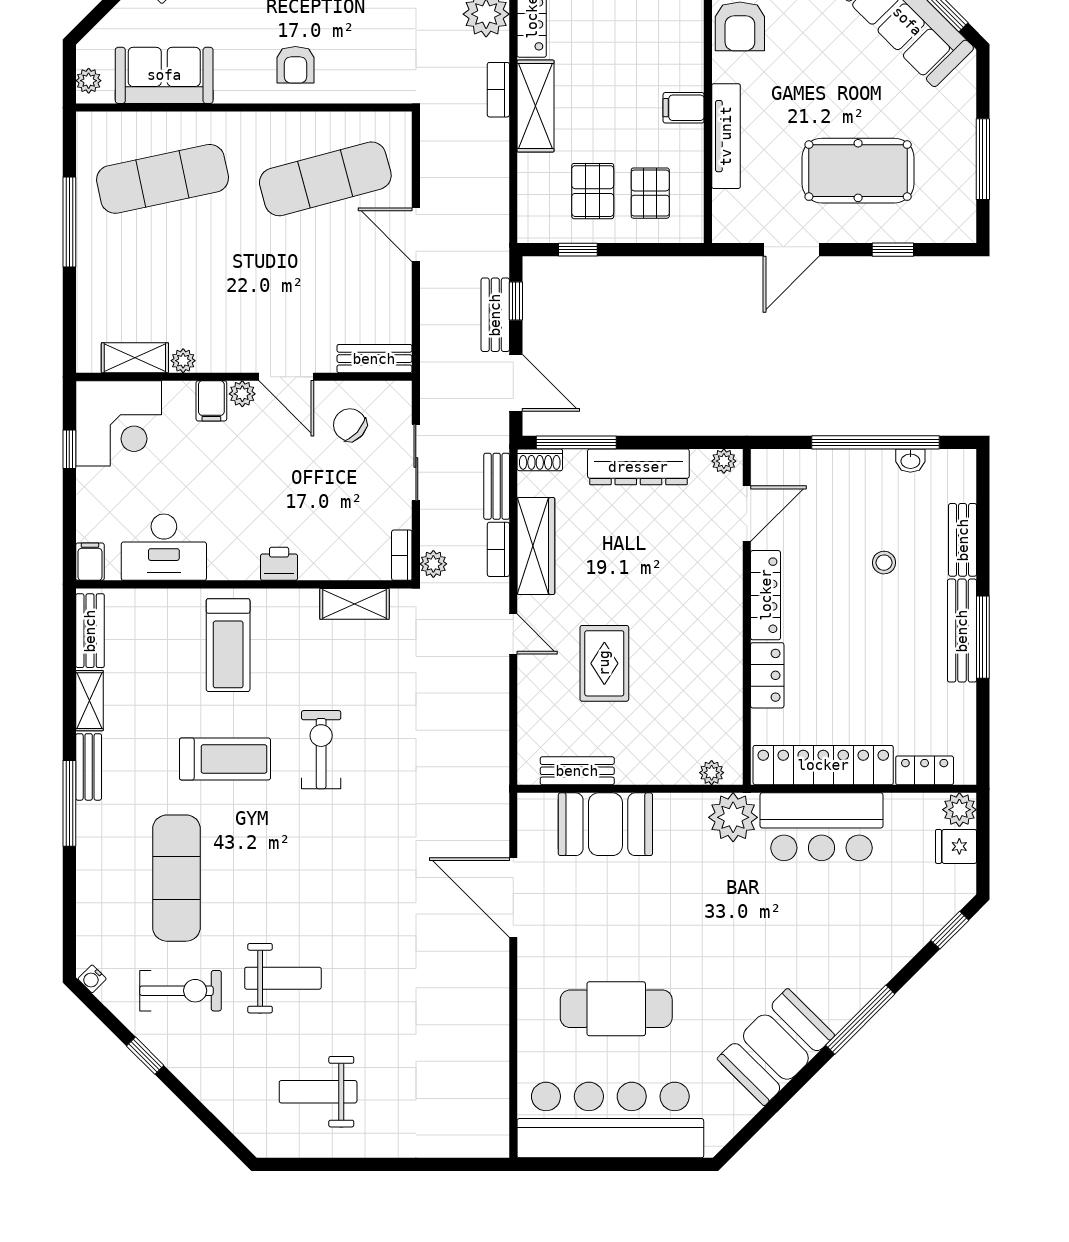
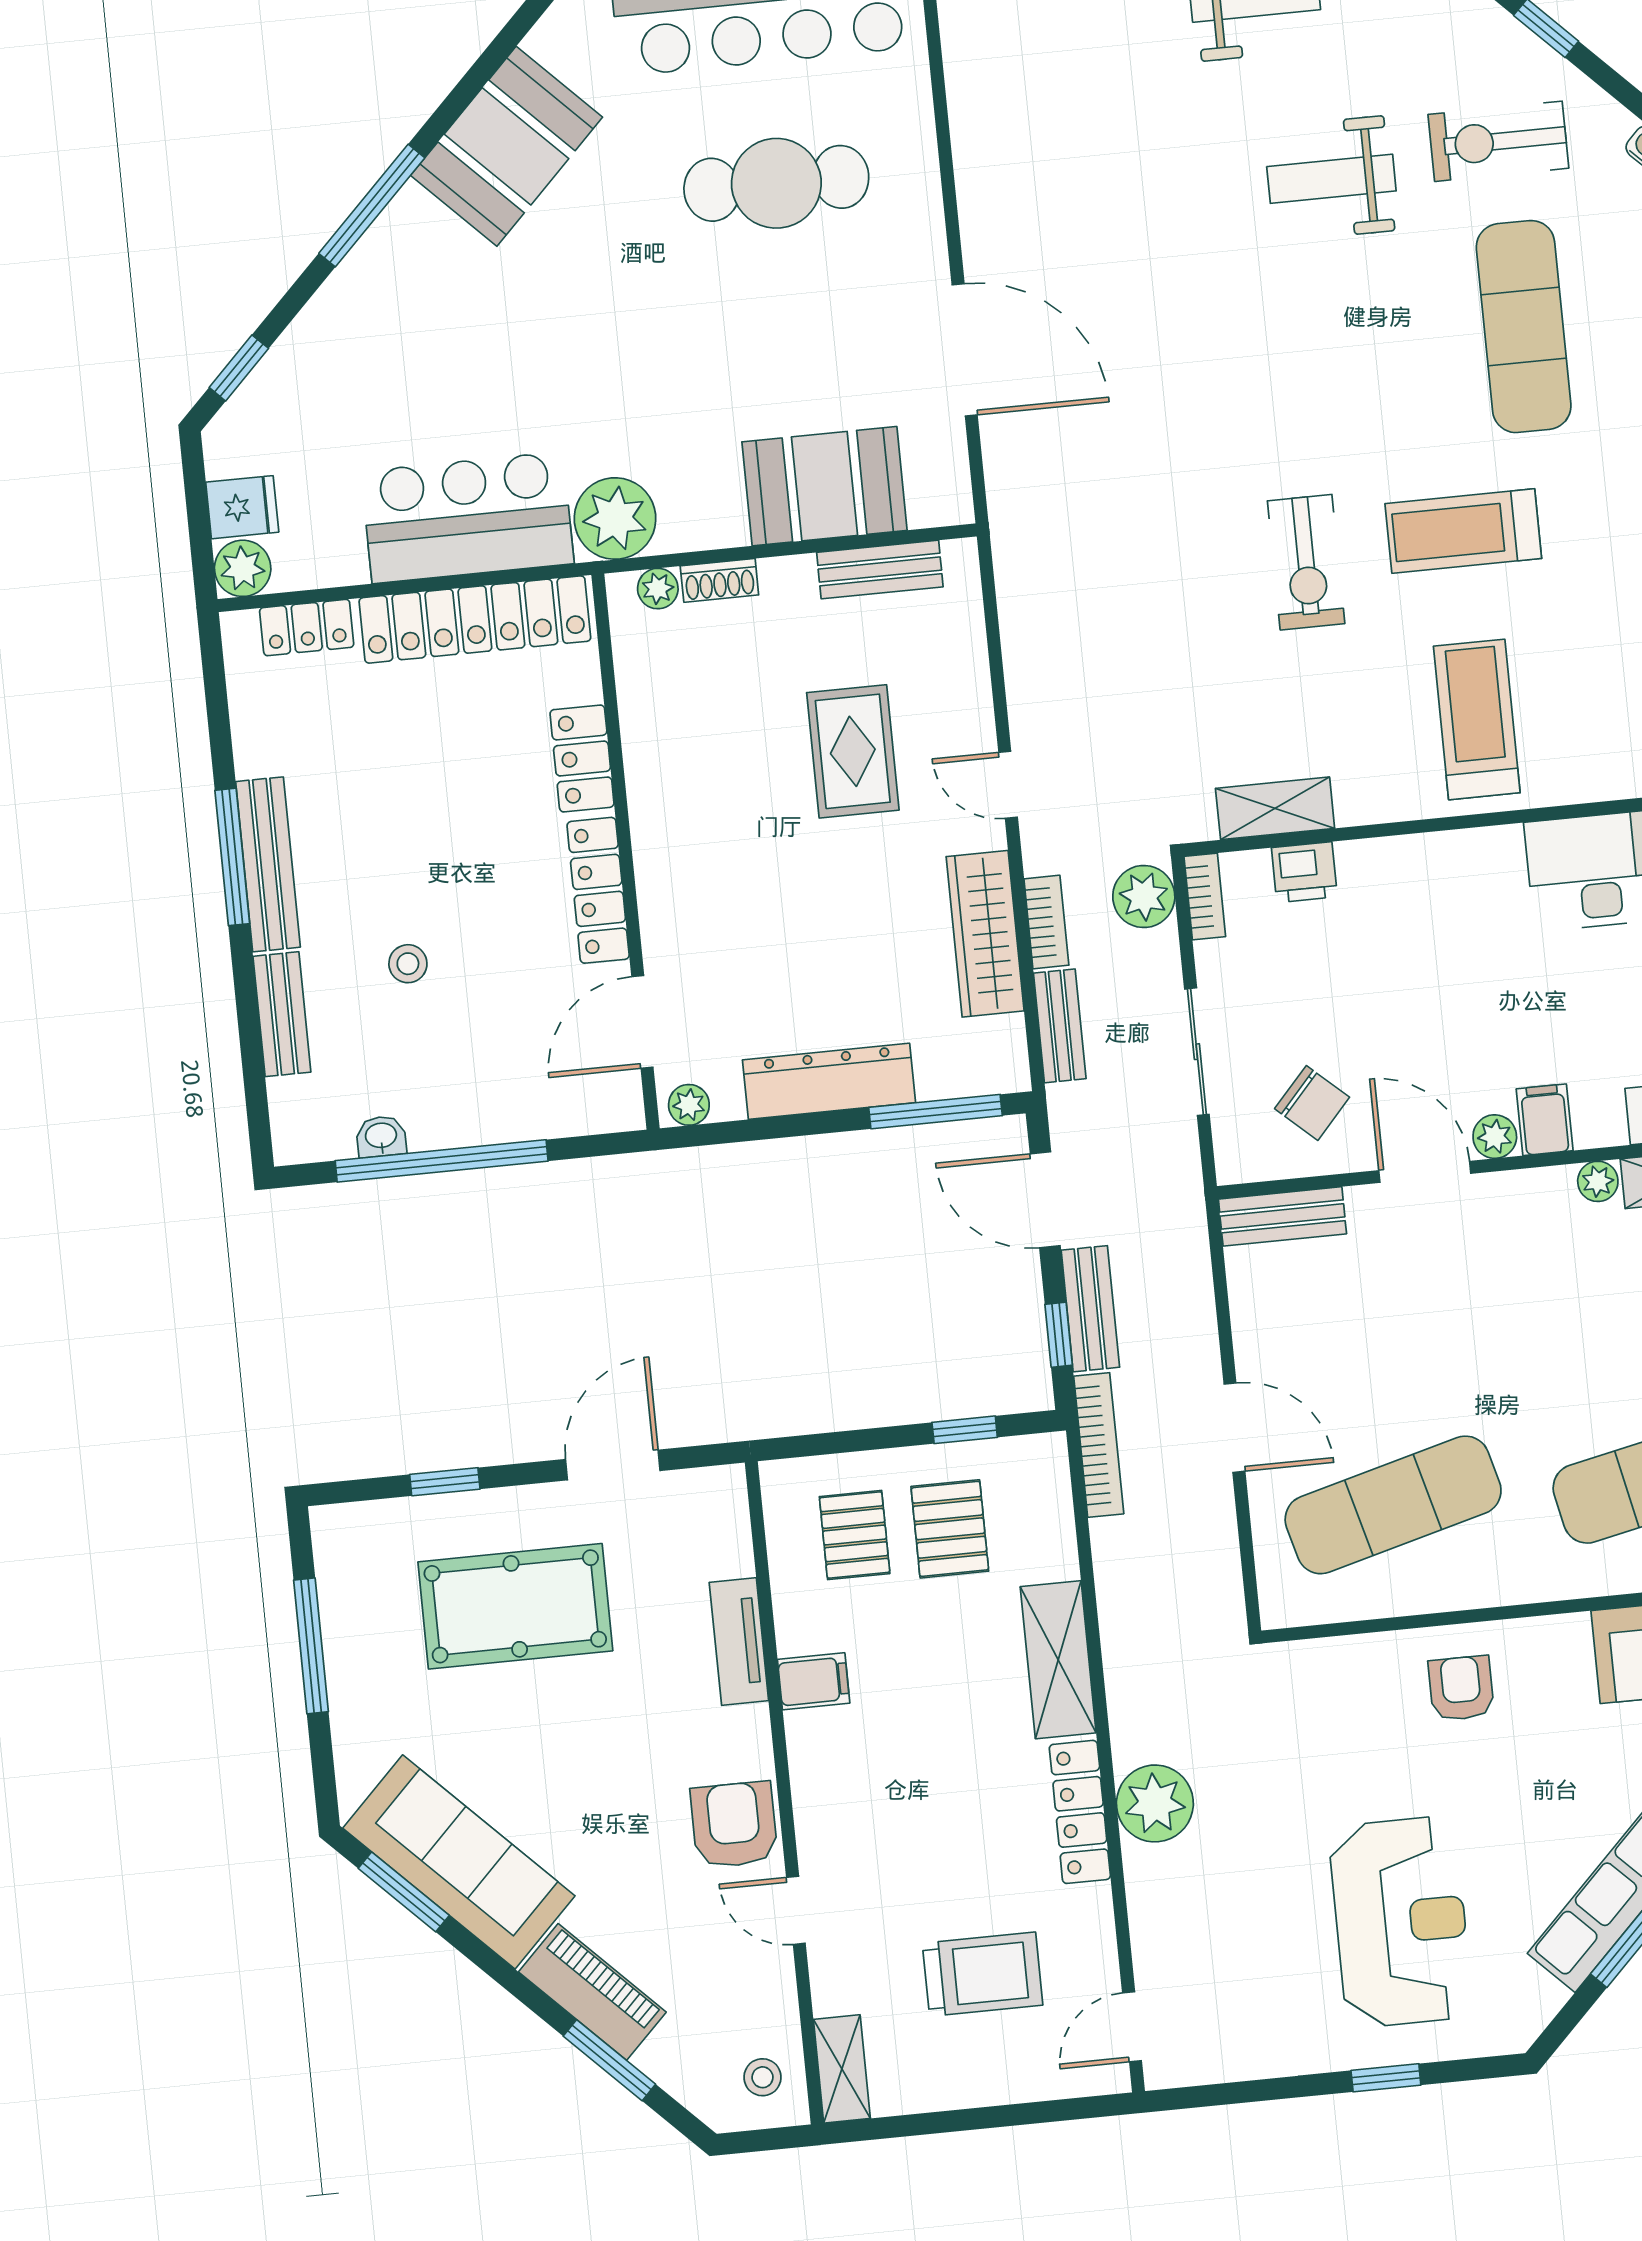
bookcase: (498, 90) -> (1099, 1445), moved, width x1.56
tv unit: (726, 136) -> (739, 1641), width x0.71
shoe rack: (540, 460) -> (719, 580), moved, turned 180
printer: (279, 564) -> (1304, 872), moved
plant: (433, 564) -> (1144, 896), width x1.38, depth x1.38

